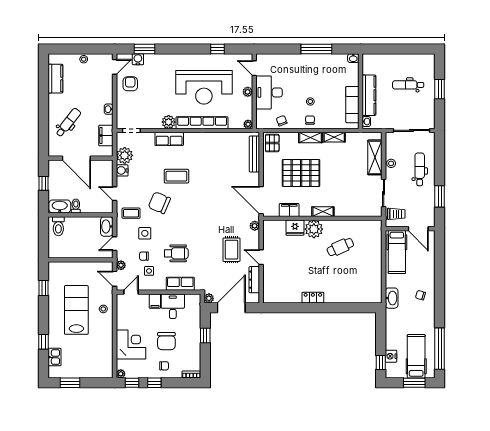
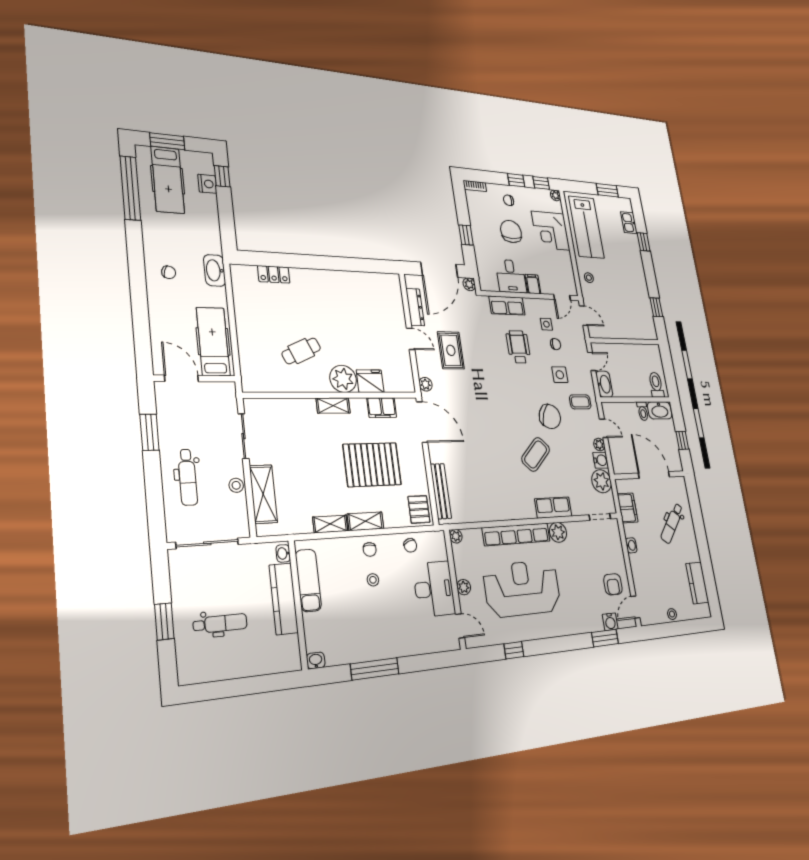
coffee table: (176, 176) -> (536, 454), turned -44
trolley: (396, 214) -> (220, 402), removed
wheelchair: (176, 253) -> (518, 347), turned 90
plant: (121, 265) -> (599, 445), moved
locker: (313, 298) -> (274, 274), moved
lab bench: (76, 310) -> (586, 227), moved

